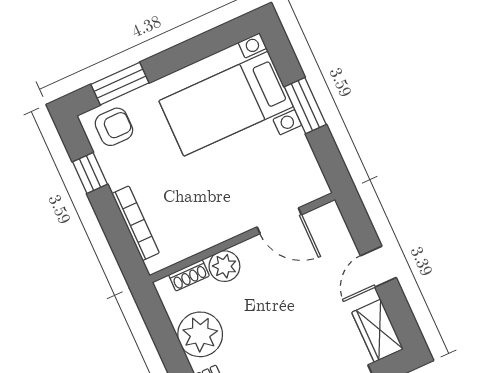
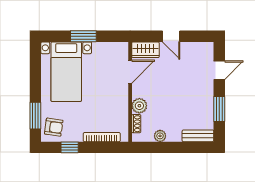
armchair: (114, 127) -> (54, 127), turned 98
wardrobe: (378, 331) -> (145, 50), moved
plant: (200, 334) -> (160, 136), width x0.53, depth x0.53

